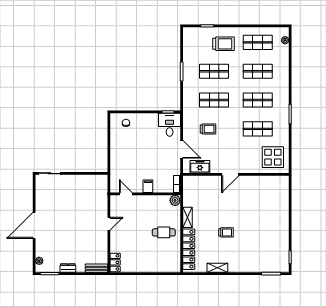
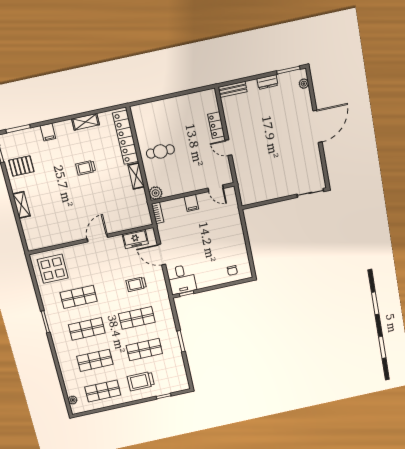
shelving: (284, 214) -> (21, 205), added
door: (109, 224) -> (228, 148), hinge flipped
pallet: (276, 245) -> (21, 166), added
locker: (115, 262) -> (216, 125), moved
filing cabinet: (249, 266) -> (48, 132), added

